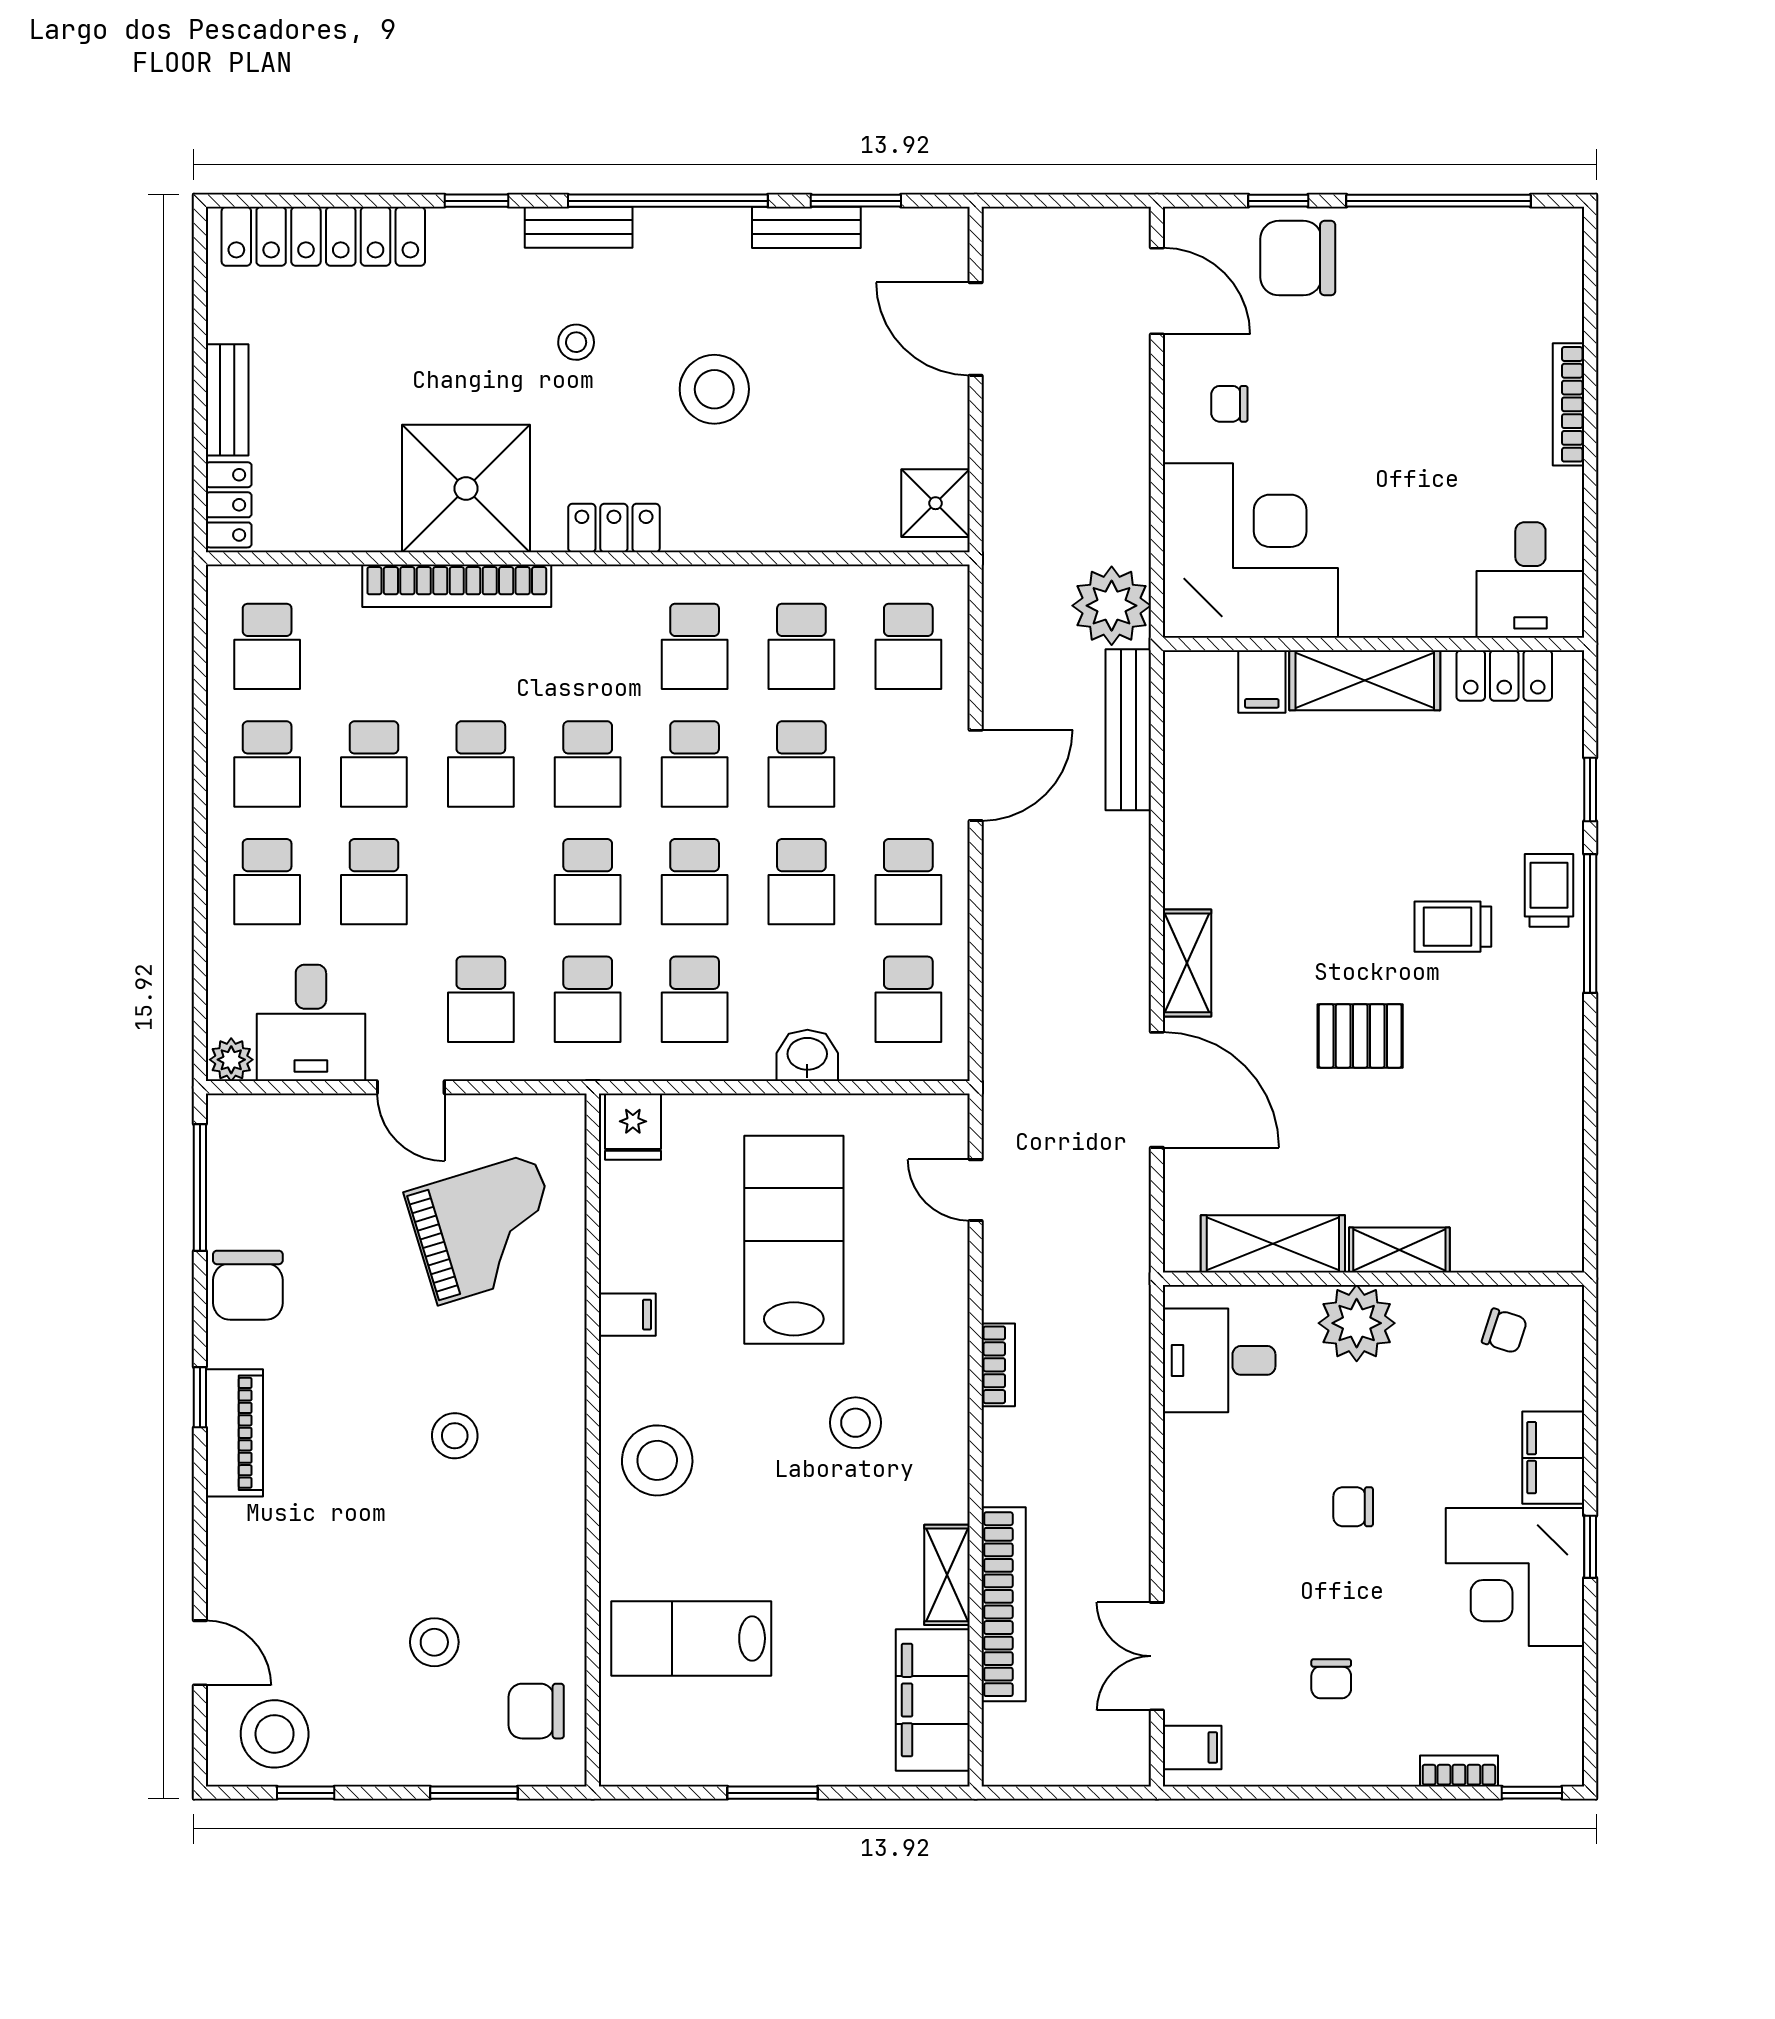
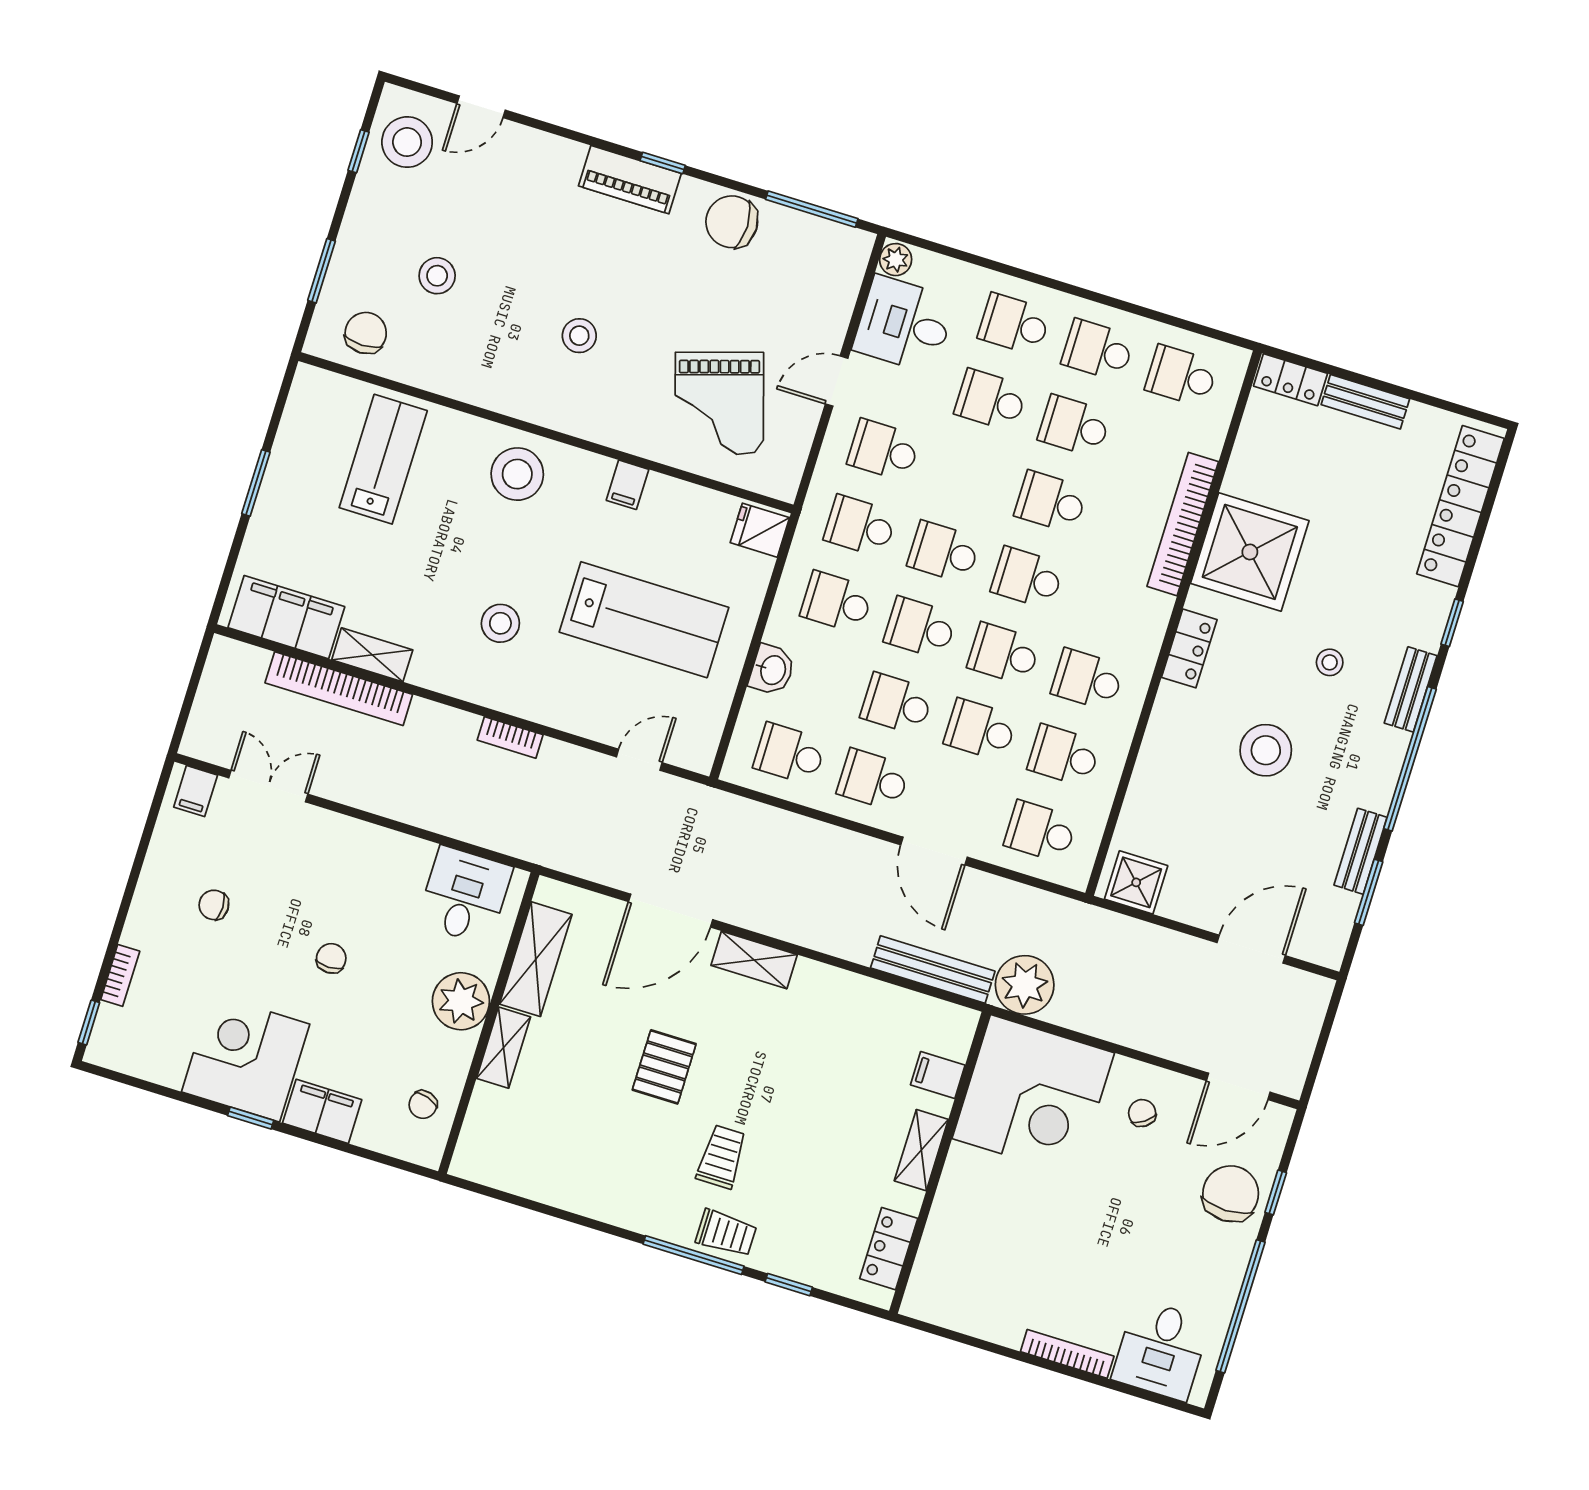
chair: (1229, 404) -> (1142, 1113), turned -35
desk: (1530, 580) -> (1161, 1350), moved, turned -90
shelving: (1365, 680) -> (921, 1150), width x0.67, depth x0.75

